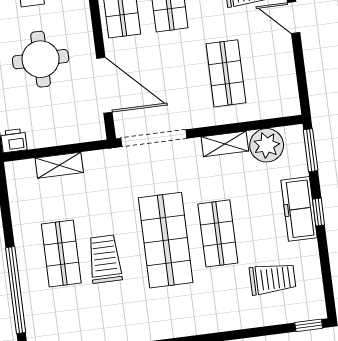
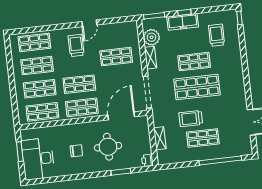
trolley: (105, 259) -> (191, 118), moved

